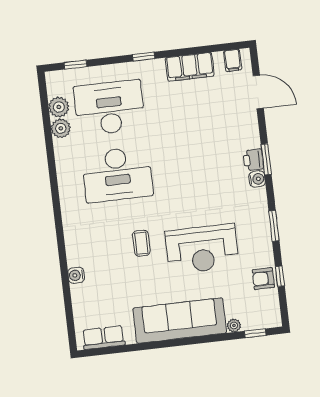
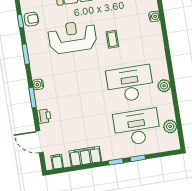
window: (75, 65) -> (138, 158), moved
desk: (109, 108) -> (137, 127), turned 180
plant: (61, 128) -> (164, 86), moved
printer: (253, 160) -> (44, 116), moved

